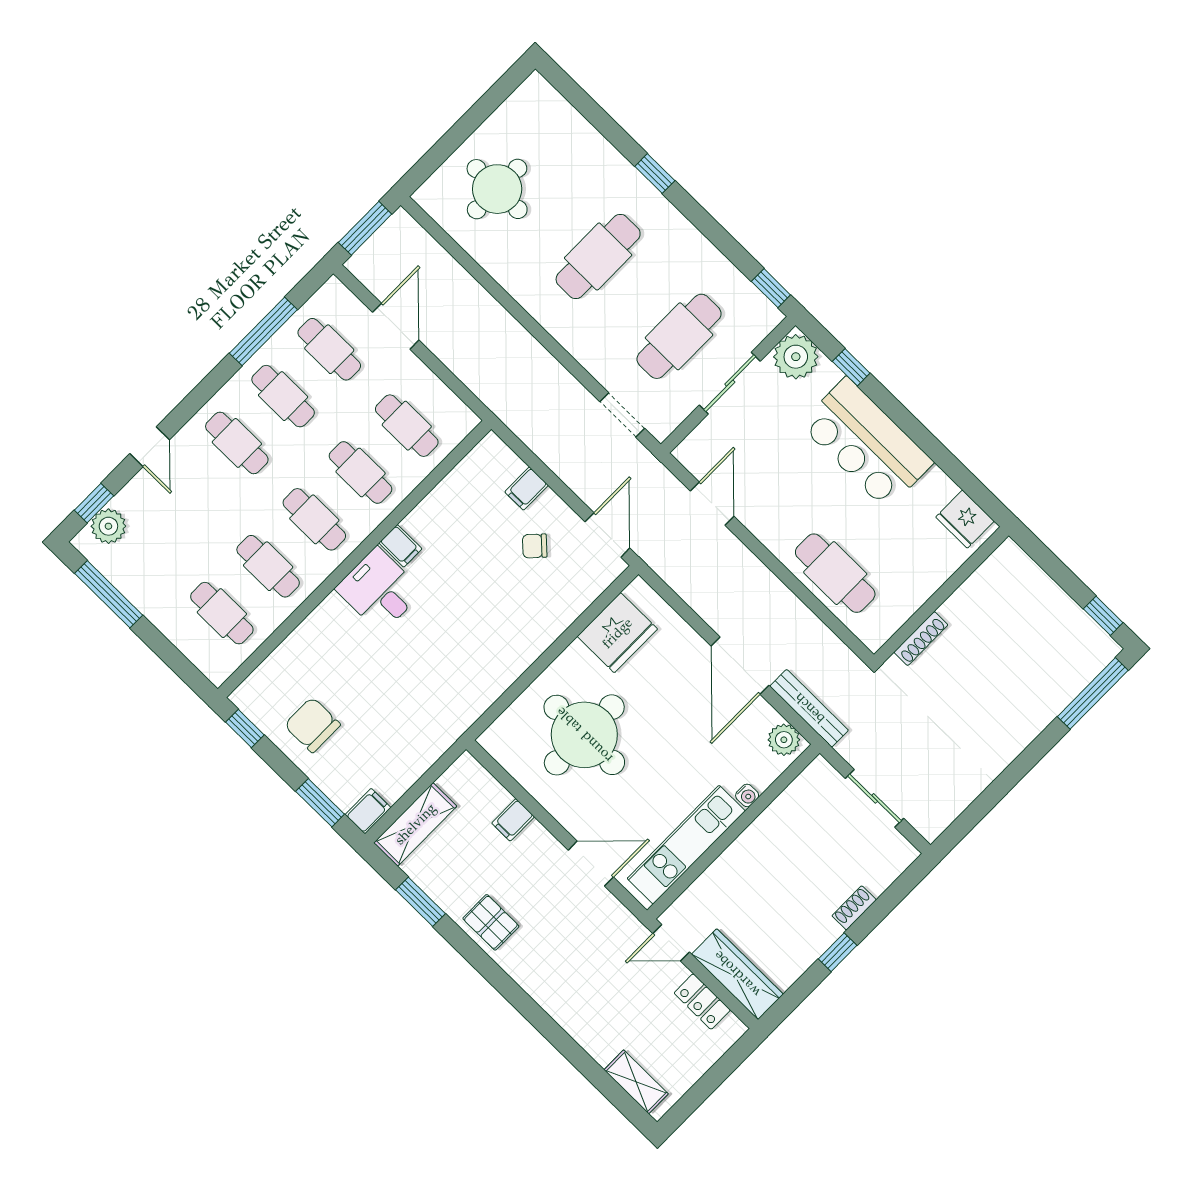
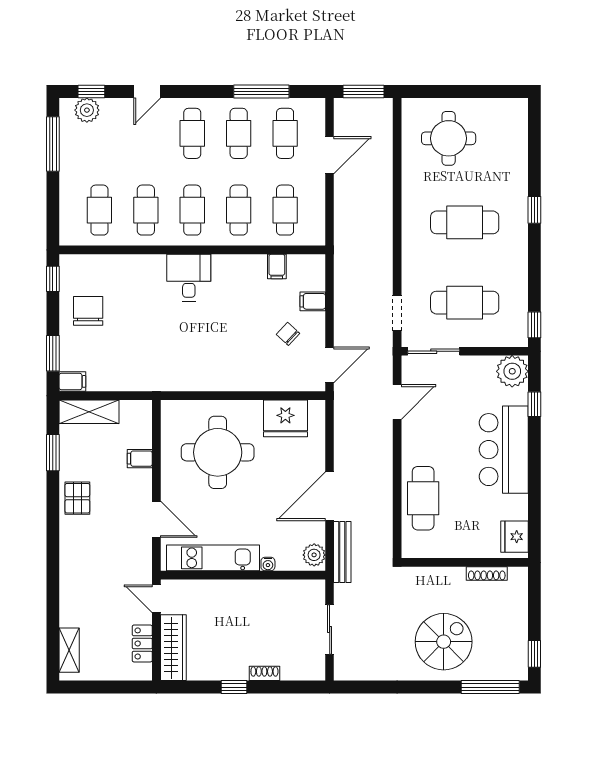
sliding door: (730, 383) -> (434, 351), moved
filing cabinet: (401, 546) -> (277, 266), moved
shoe rack: (921, 639) -> (487, 574), moved
spiral stairs: (1001, 695) -> (444, 642), added

